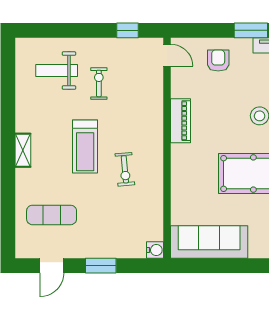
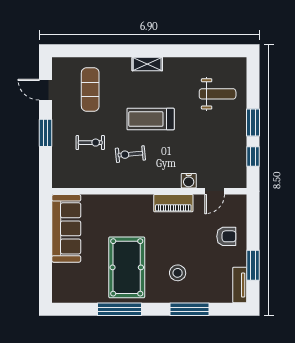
window: (89, 30) -> (253, 123), added
door: (167, 55) -> (215, 191), moved
weight bench: (57, 71) -> (218, 94), turned 90
exercise bike: (99, 83) -> (90, 143), moved
water cooler: (155, 250) -> (189, 181), moved

